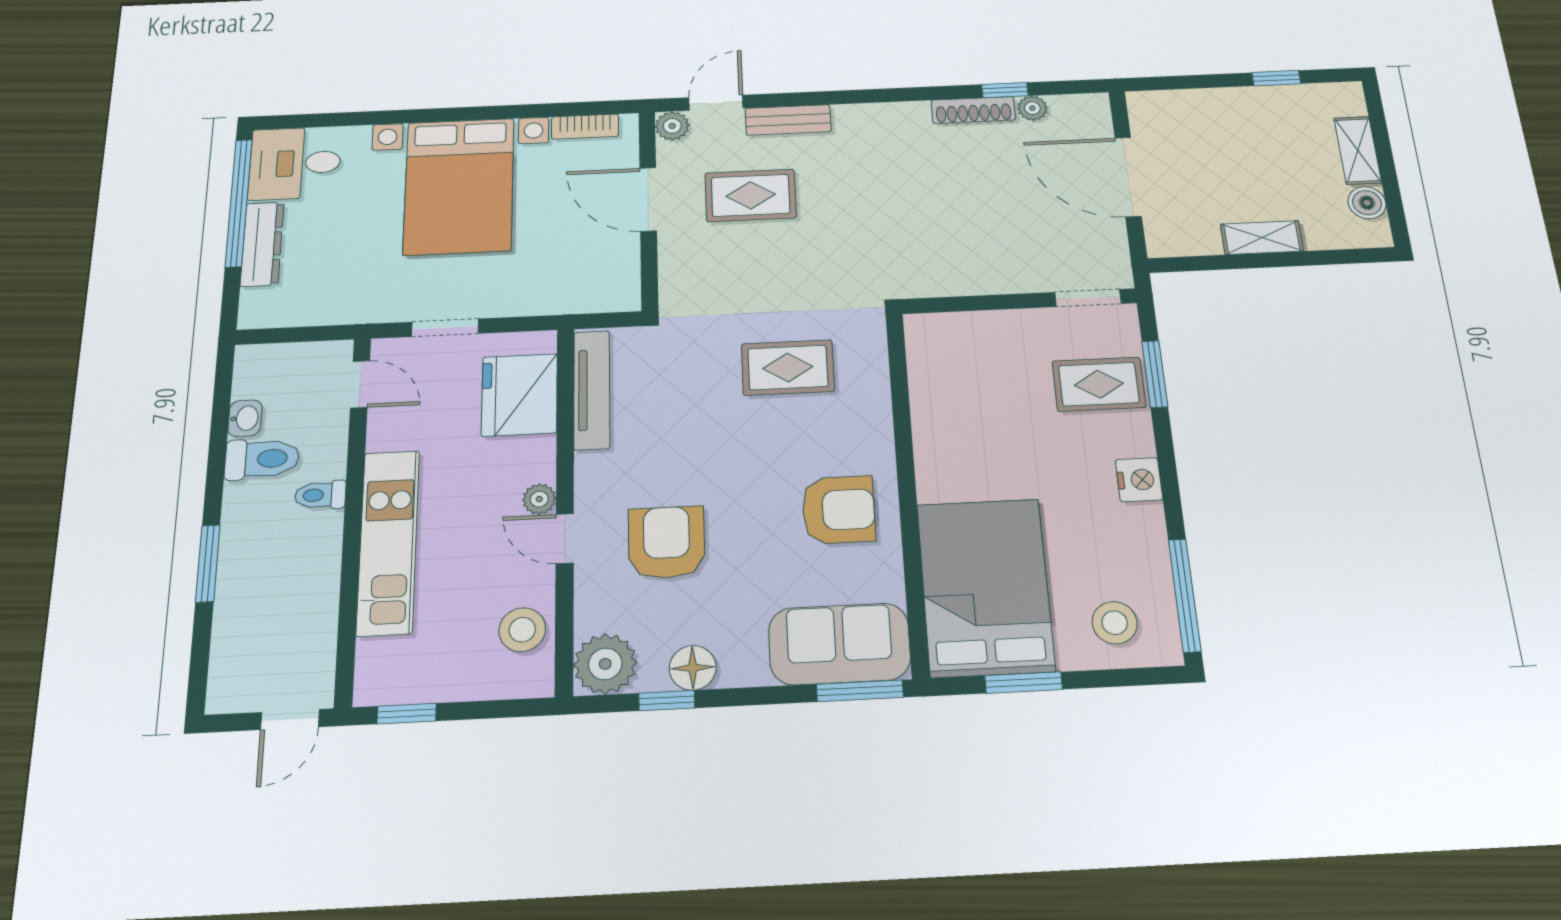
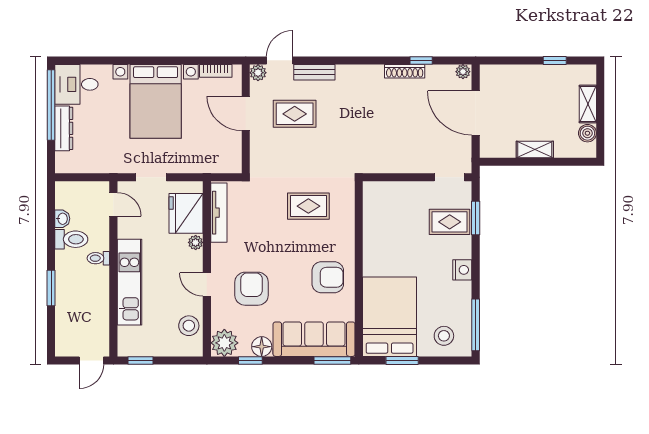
plant: (1032, 108) -> (463, 72), moved
plant: (539, 499) -> (196, 242), moved
sofa: (839, 644) -> (314, 339), width x1.36

